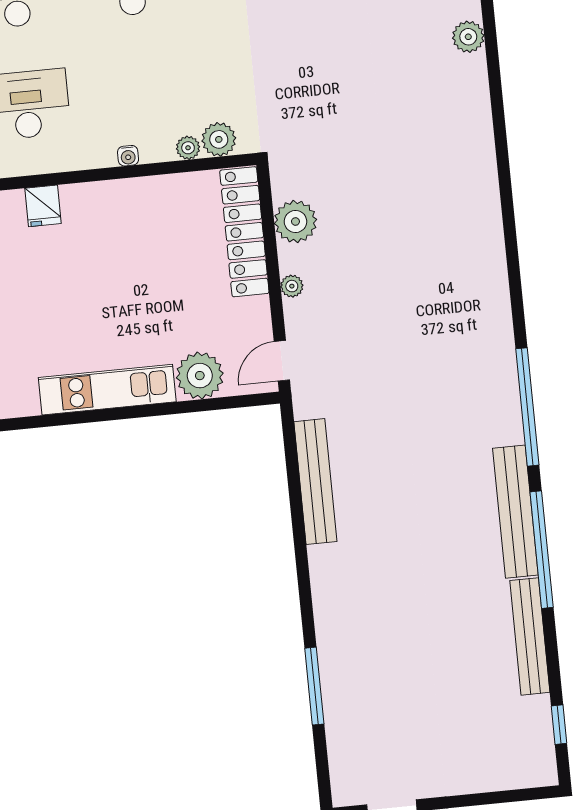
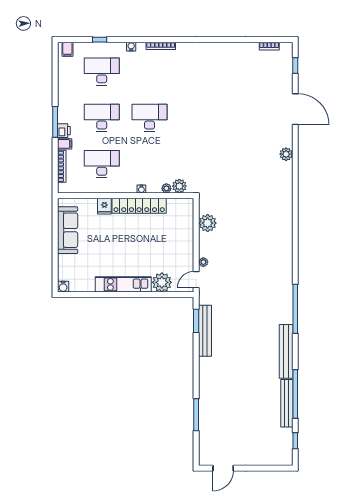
locker: (244, 232) -> (139, 206), moved, turned -90
plant: (292, 286) -> (203, 262), moved
window: (292, 460) -> (196, 321), added
window: (542, 550) -> (295, 394), moved

